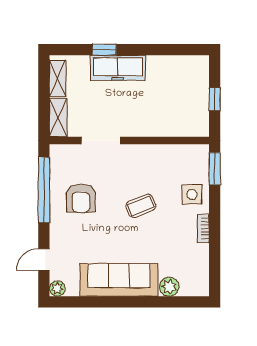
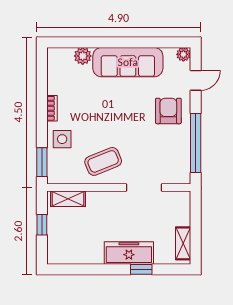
shelving: (58, 118) -> (68, 199), moved, turned 90
armchair: (81, 198) -> (168, 111), moved
coffee table: (141, 206) -> (103, 161), moved, width x1.36, depth x1.30

